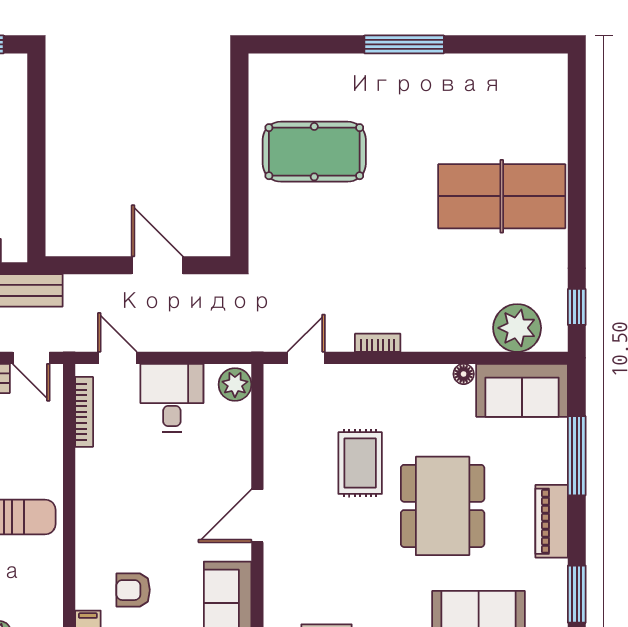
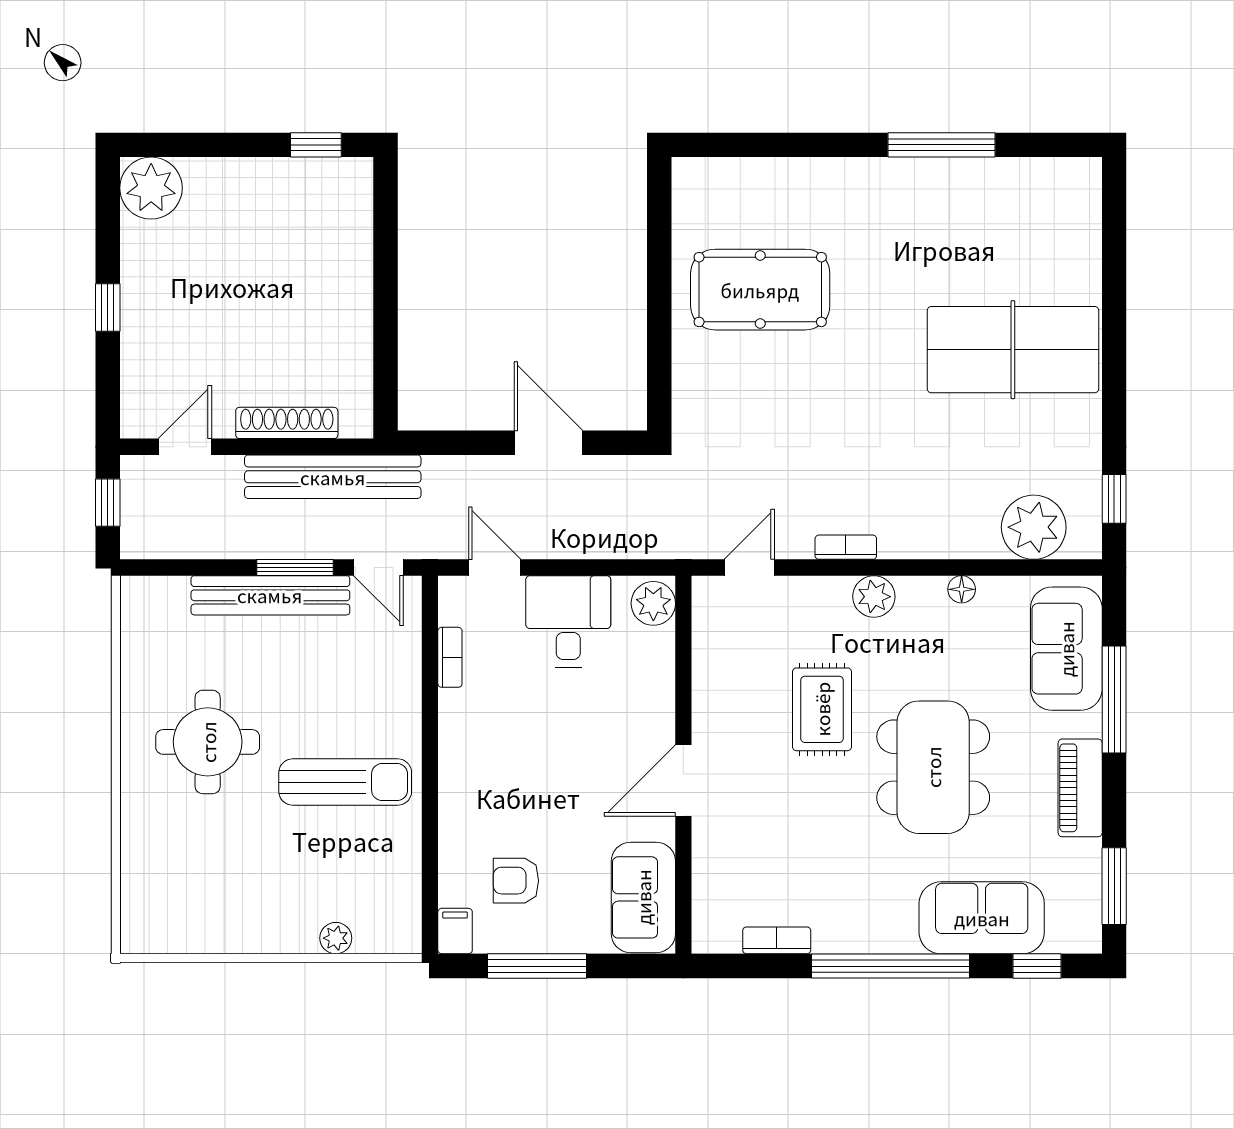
window: (404, 44) -> (941, 145), moved
plant: (399, 379) -> (874, 597), added
sofa: (522, 390) -> (1066, 649), moved, turned 90
bookcase: (84, 412) -> (450, 657), width x0.64

